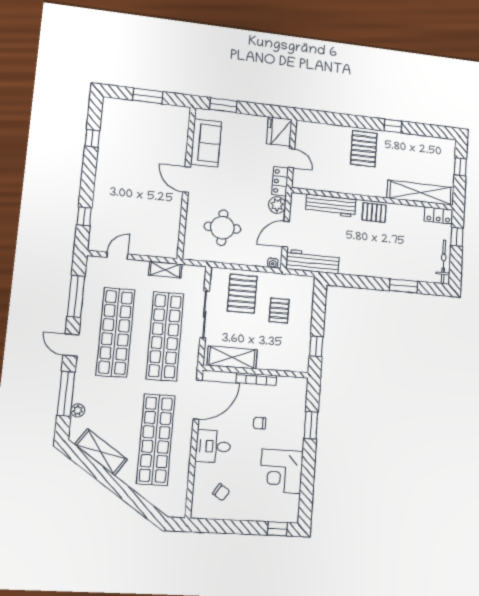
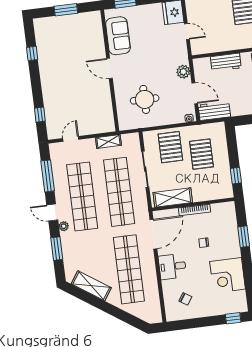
locker: (280, 181) -> (182, 52), removed
workbench: (331, 206) -> (226, 62), width x0.73
door: (286, 234) -> (195, 93), swing flipped
workbench: (312, 262) -> (214, 111), width x0.73
pallet: (279, 311) -> (201, 154), width x1.50, depth x1.42
window: (66, 394) -> (57, 249), width x0.69
plant: (78, 410) -> (64, 226), moved

